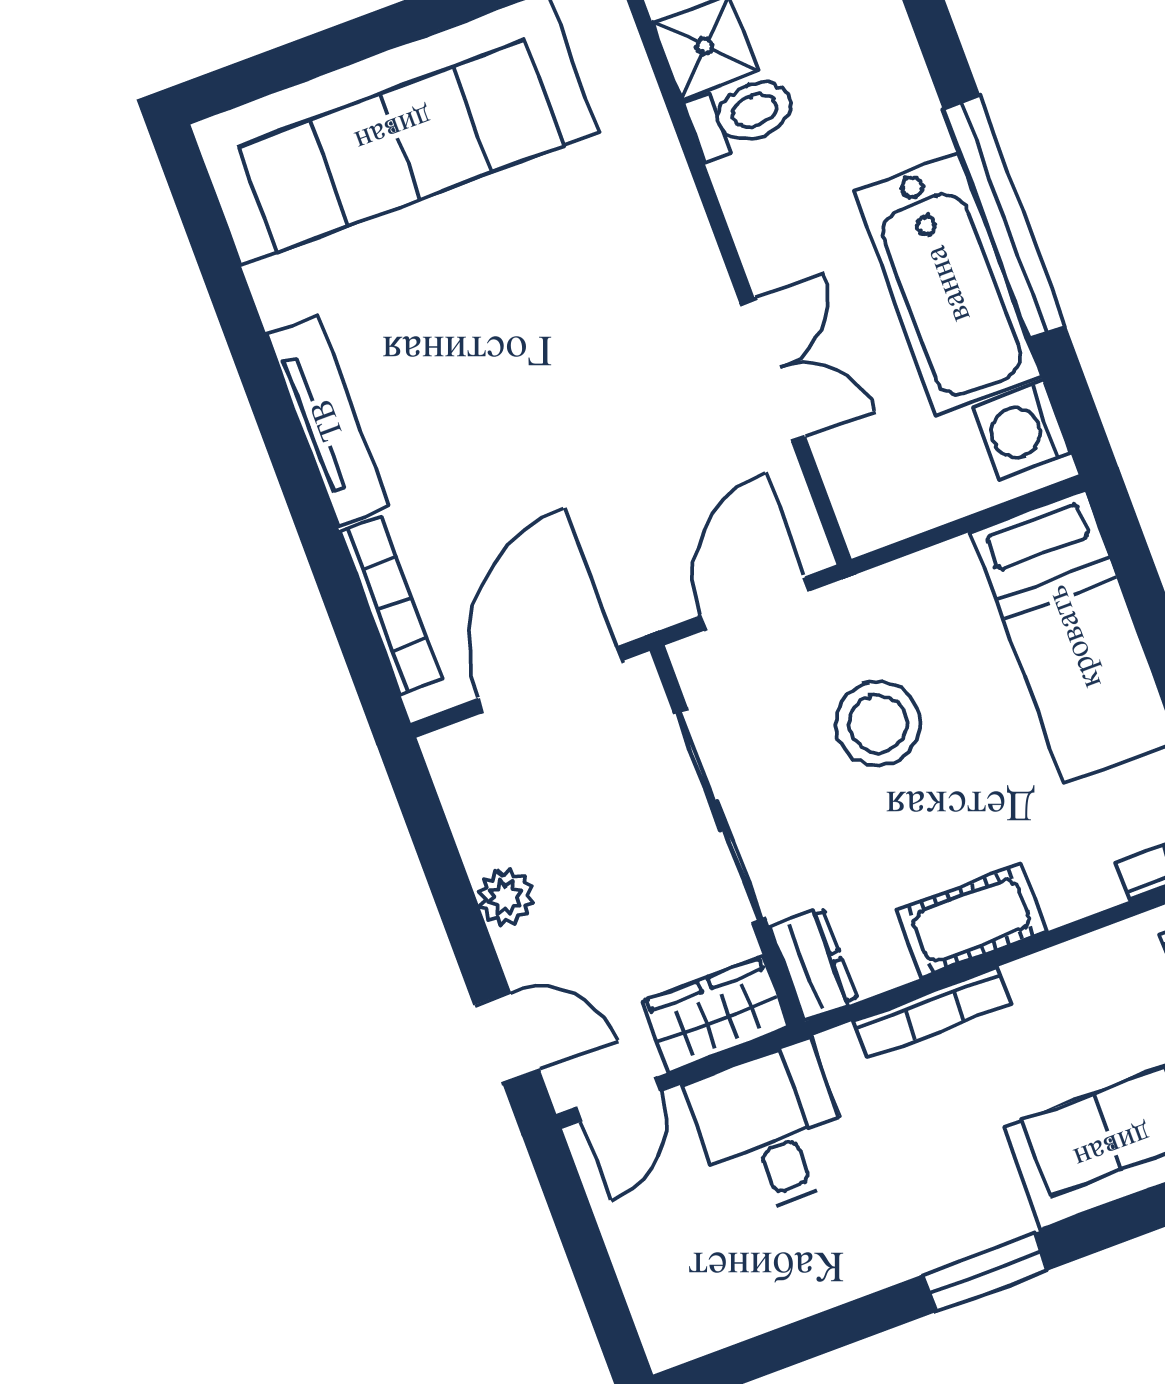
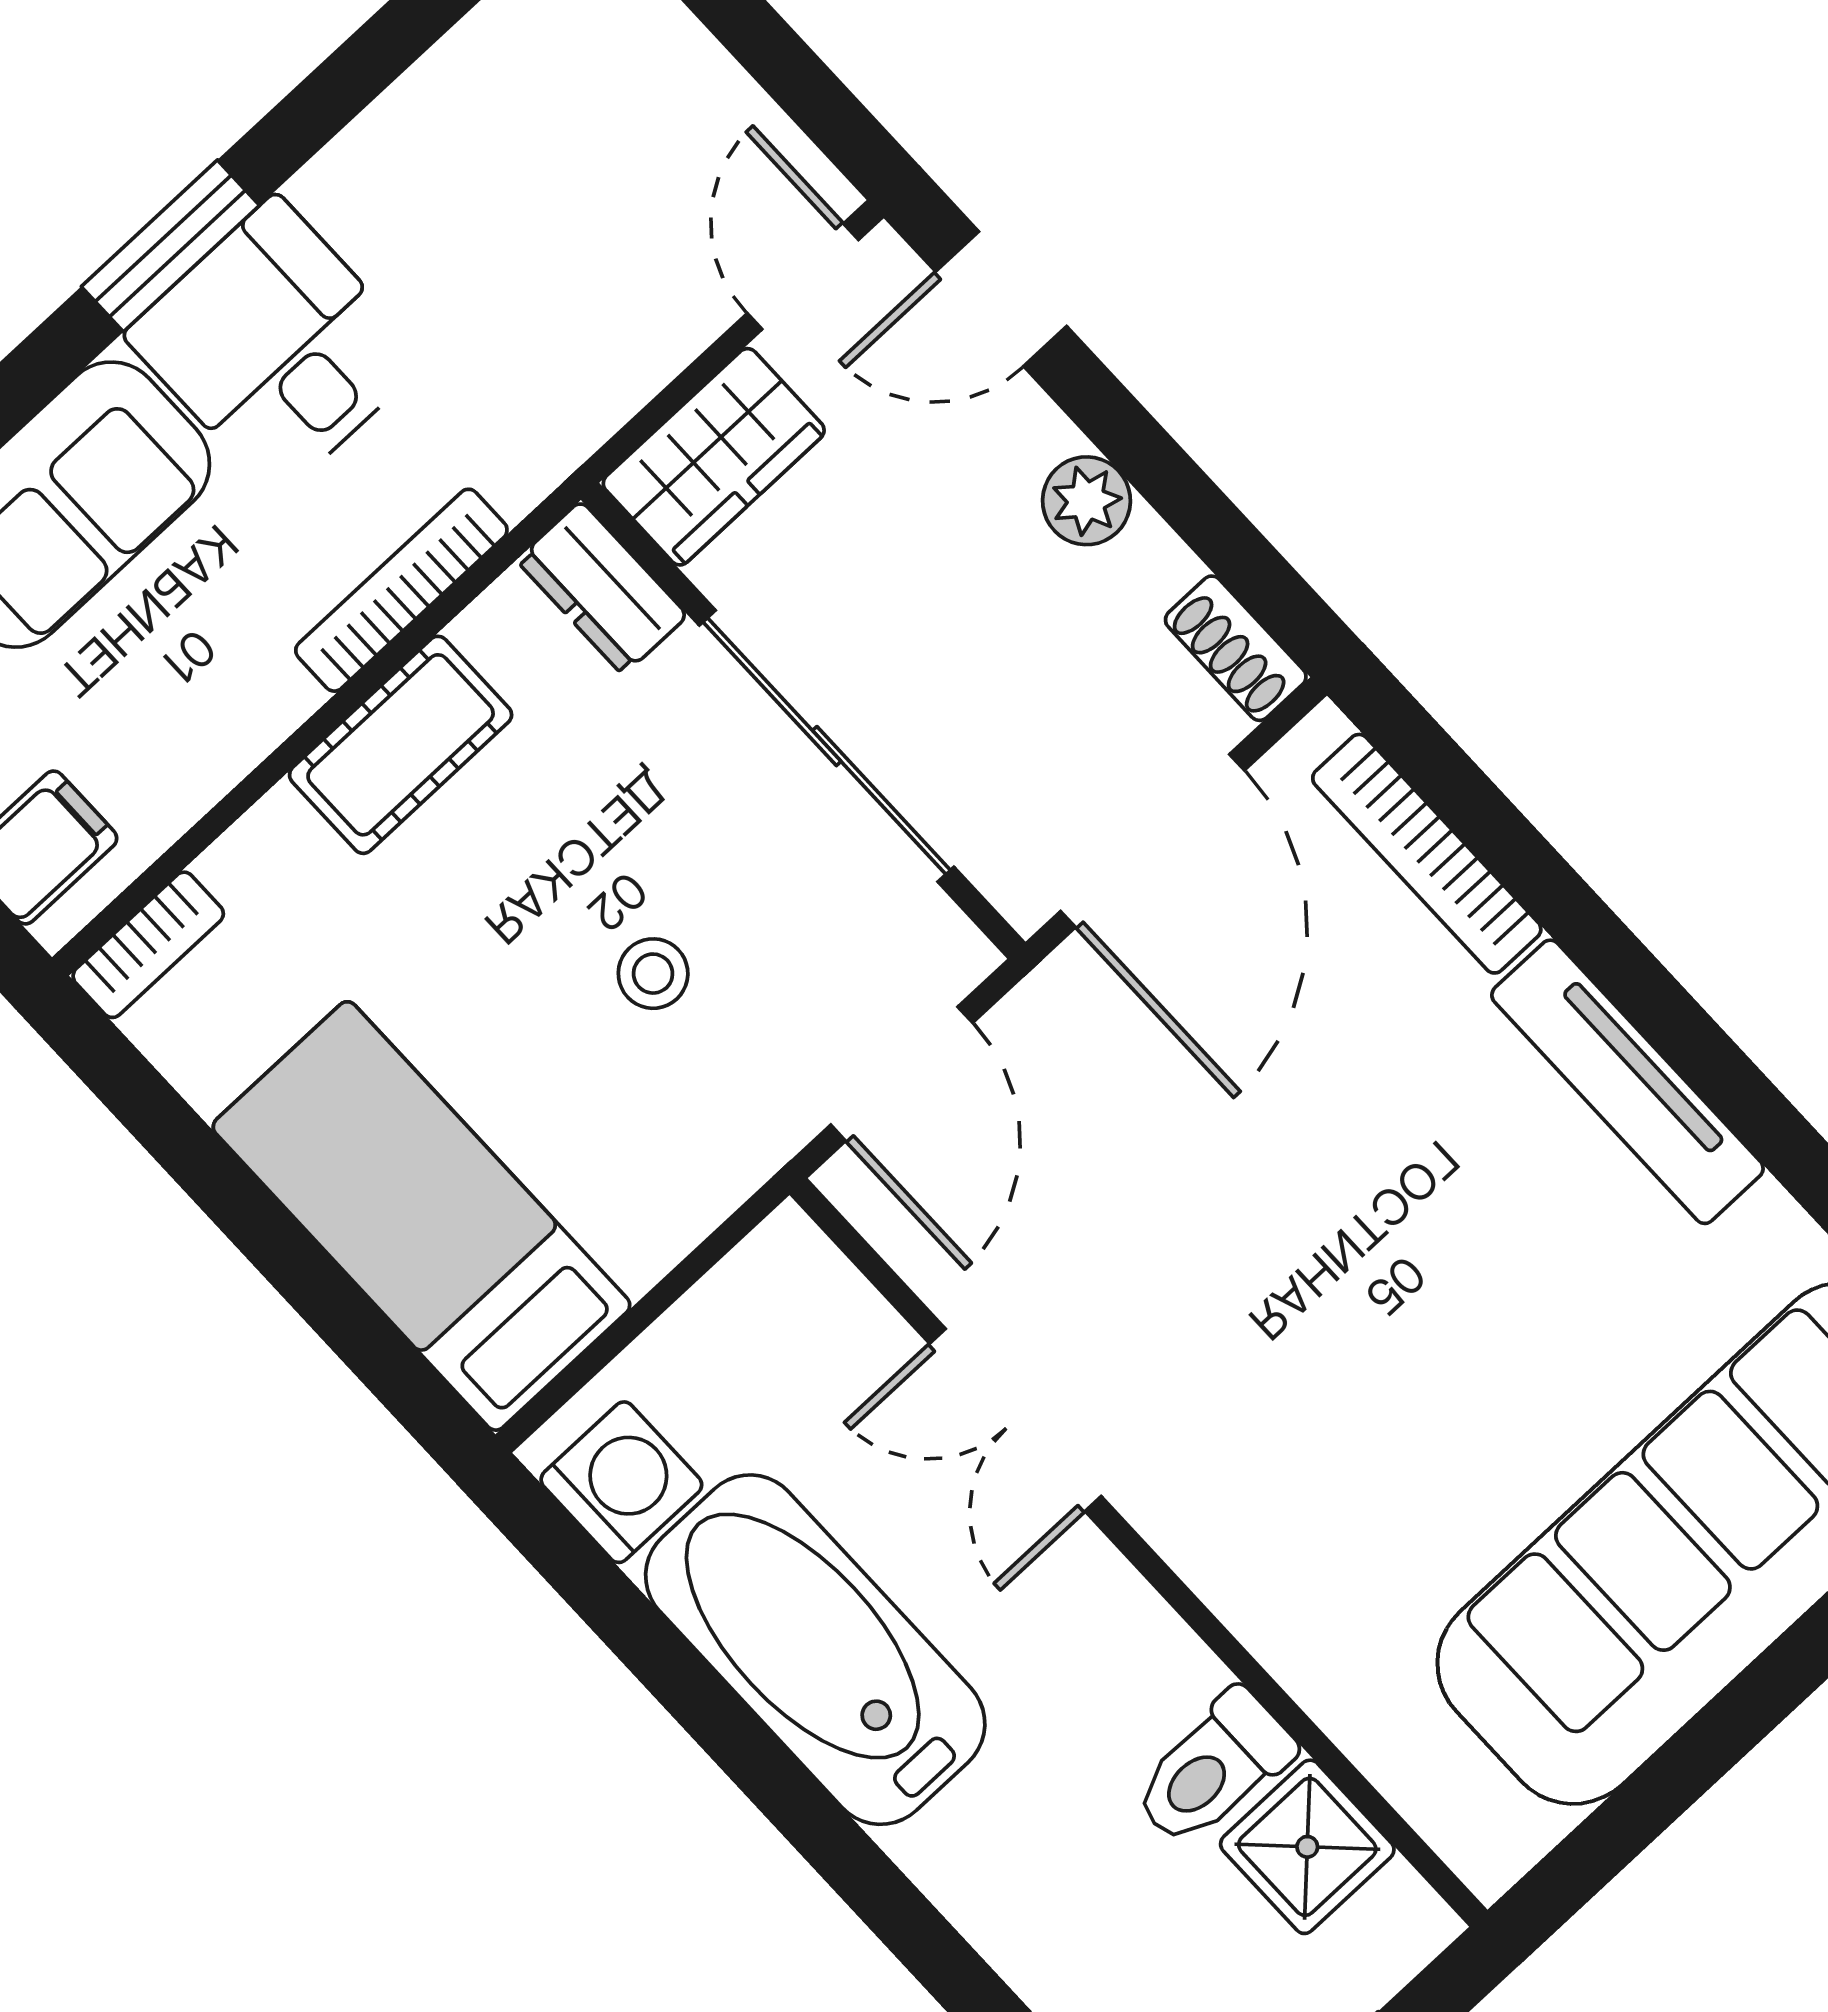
window: (1004, 217) -> (773, 1779), removed
stool: (878, 723) -> (653, 974), width x0.53, depth x0.53
shoe rack: (453, 773) -> (1236, 648), added
desk: (772, 1129) -> (276, 347), moved, turned 180

